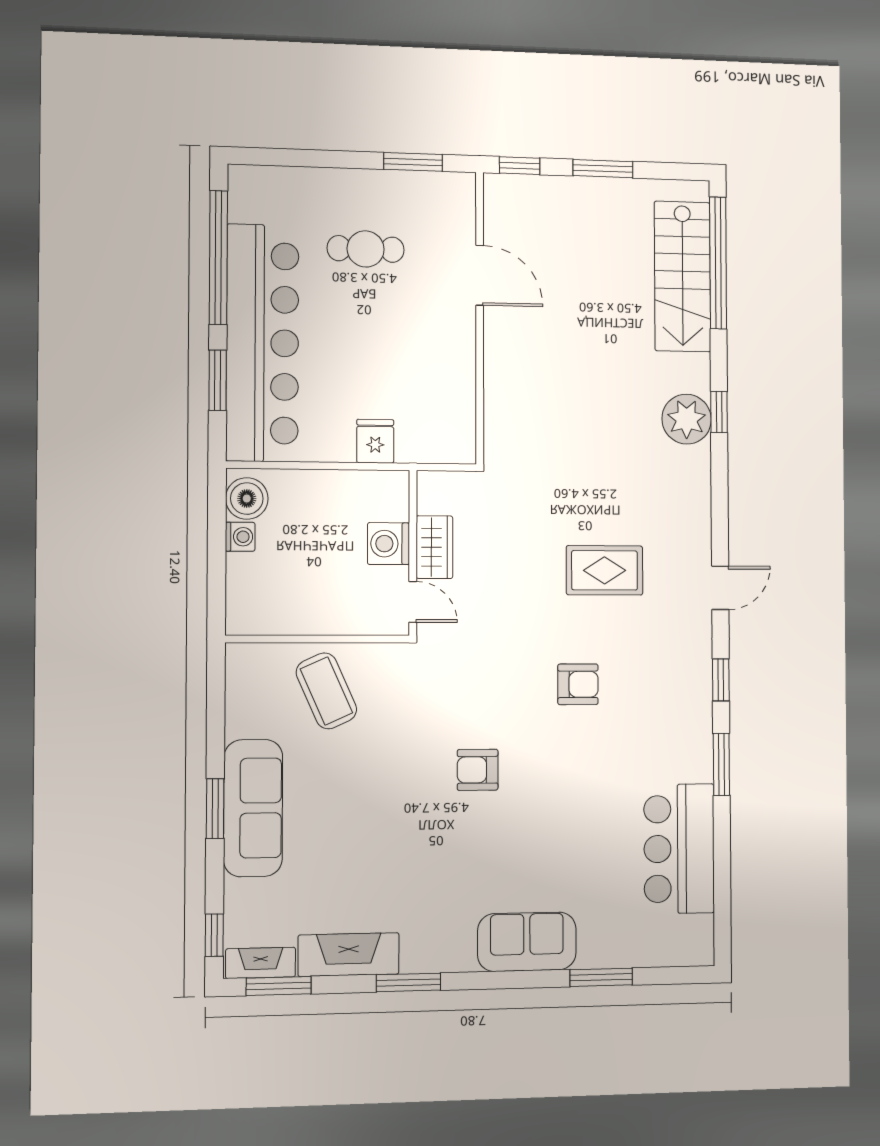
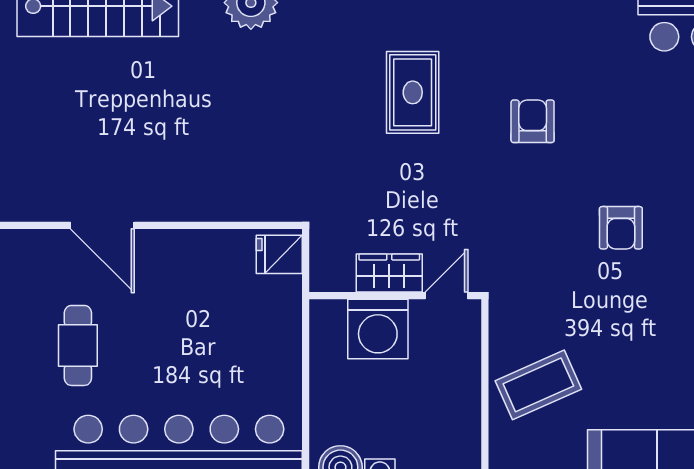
door: (480, 275) -> (102, 225), swing flipped
fridge: (375, 441) -> (279, 254), moved
washing machine: (389, 544) -> (378, 329), width x1.37, depth x1.37

